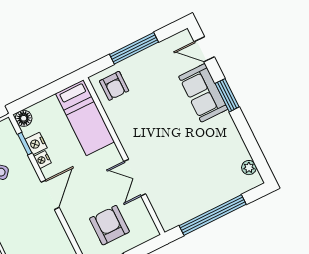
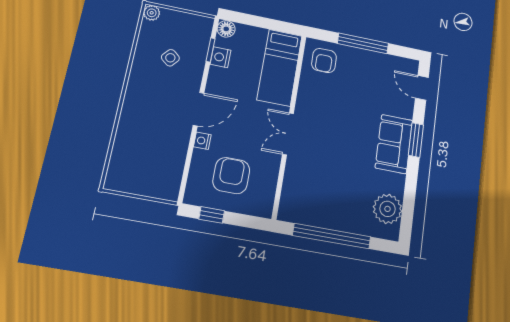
sofa: (203, 93) -> (394, 144), moved
nightstand: (42, 160) -> (202, 141), moved
plant: (249, 168) -> (387, 209), width x1.87, depth x1.87
double door: (135, 178) -> (288, 134), moved

